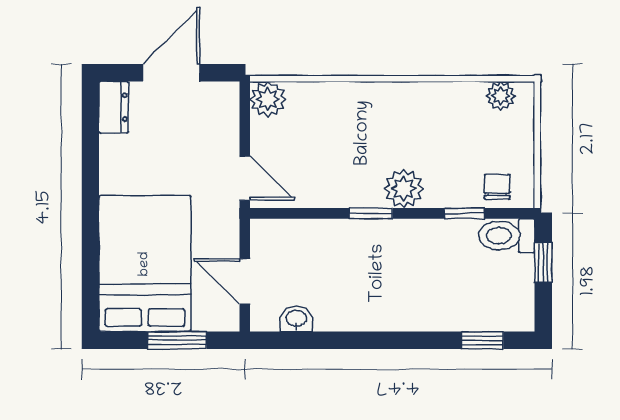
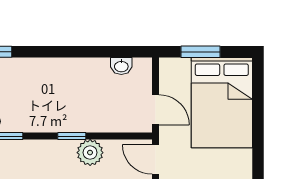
plant: (404, 189) -> (90, 153), moved
door: (245, 281) -> (156, 110), moved

